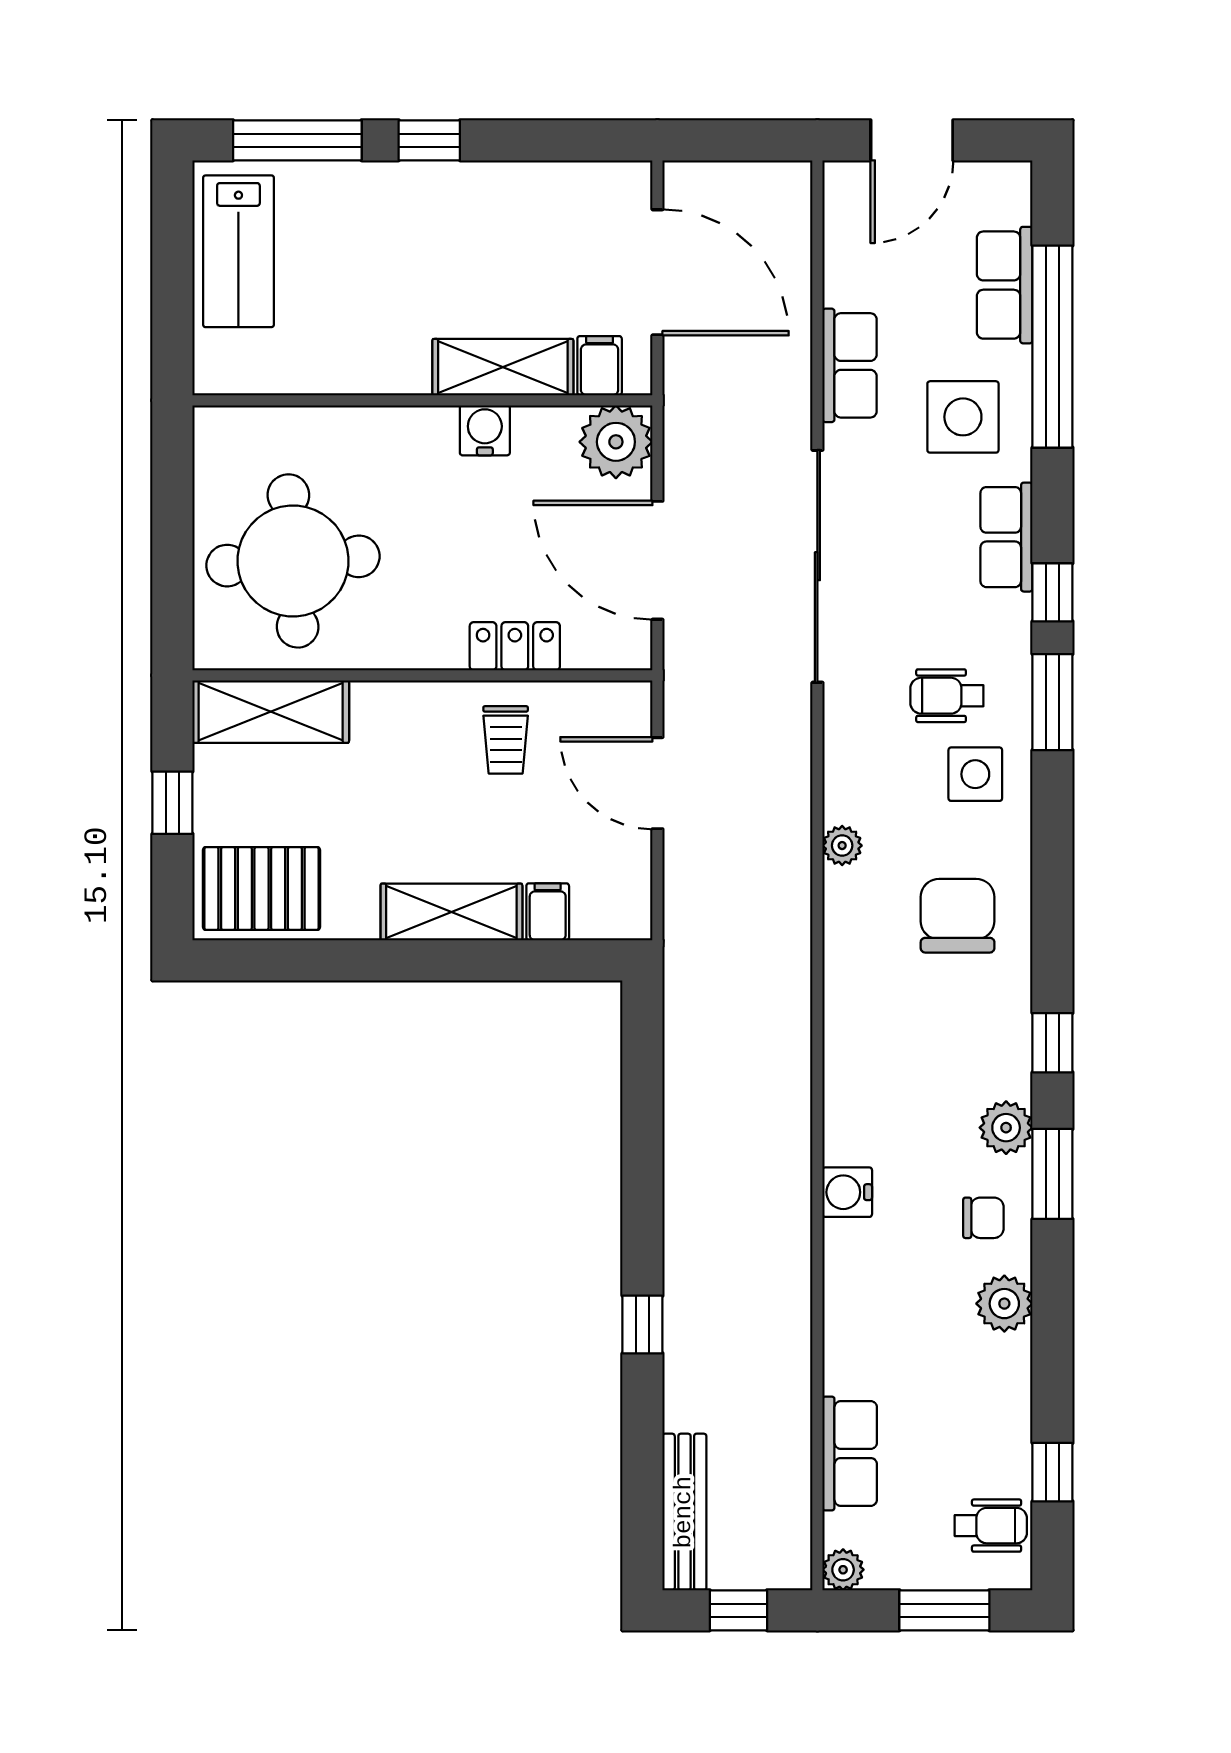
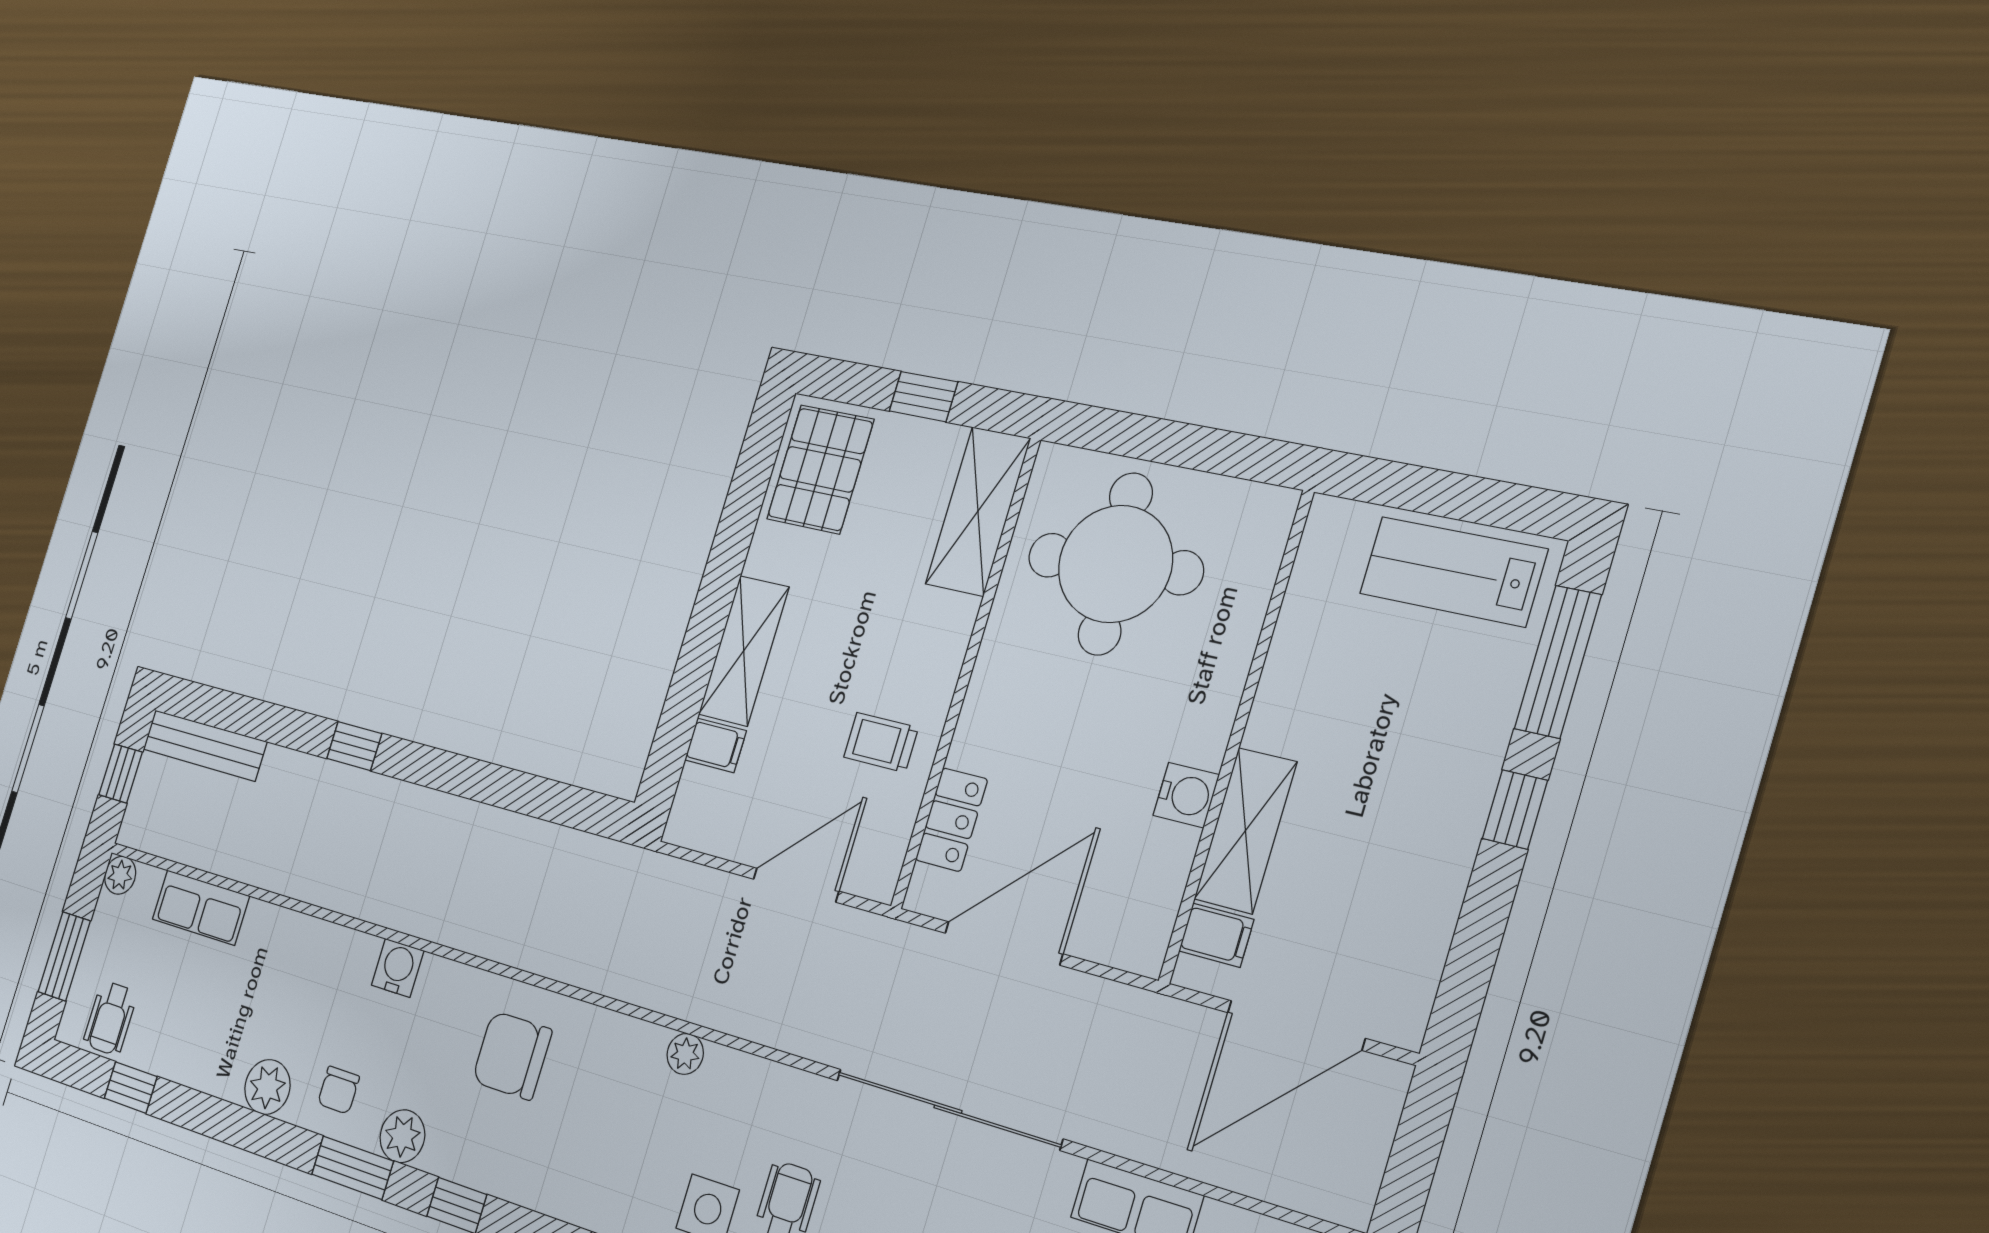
plant: (616, 442) -> (1133, 932), removed
locker: (515, 646) -> (952, 820), moved
chair: (958, 916) -> (512, 1056), moved, turned 180

